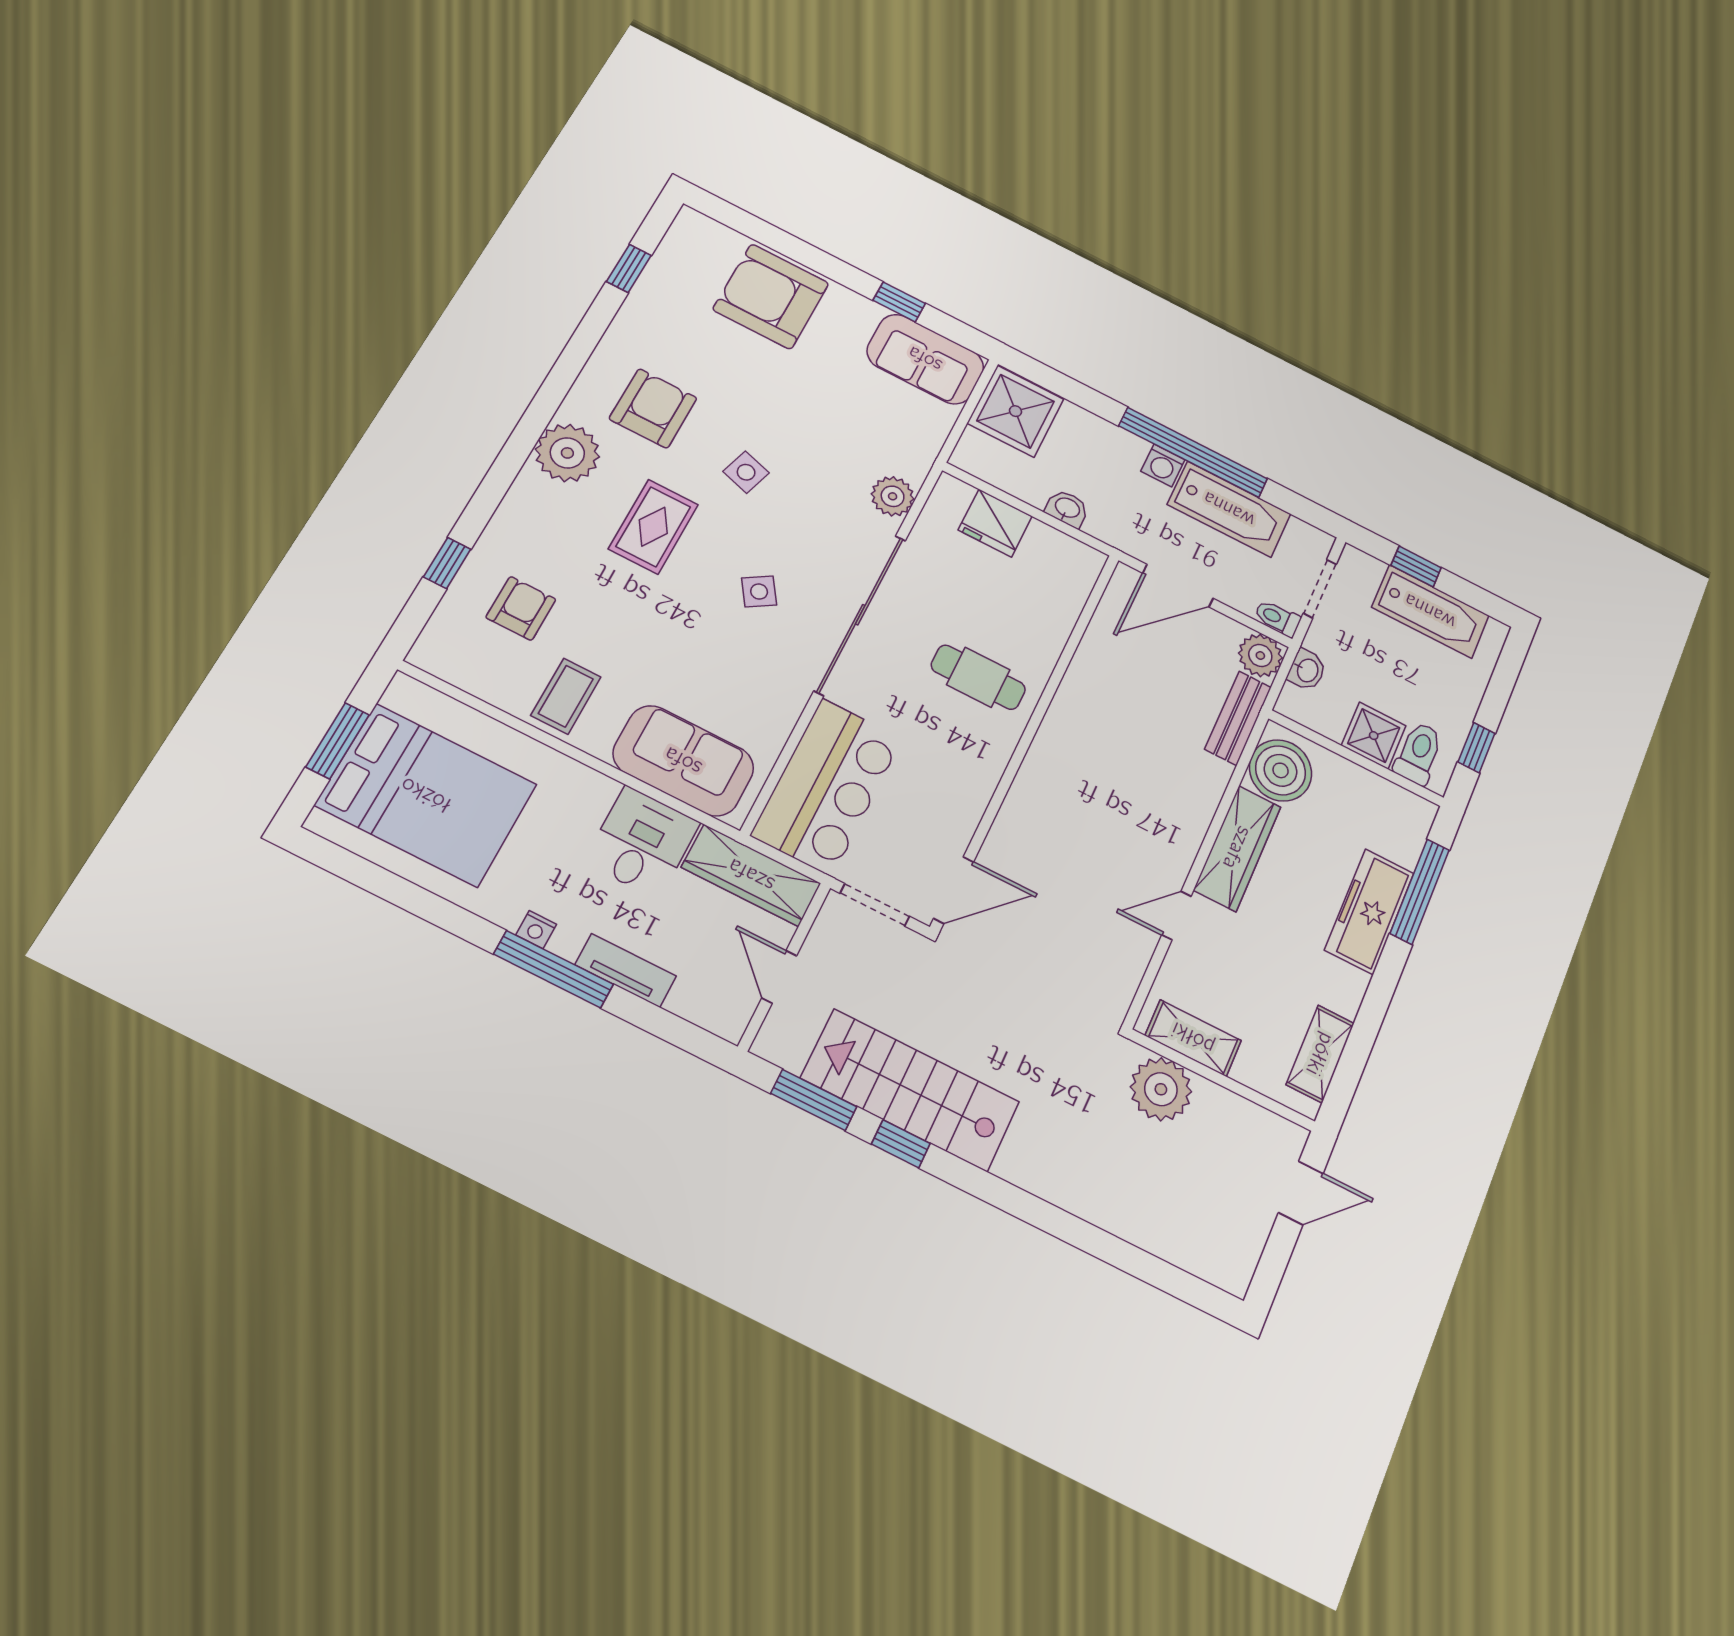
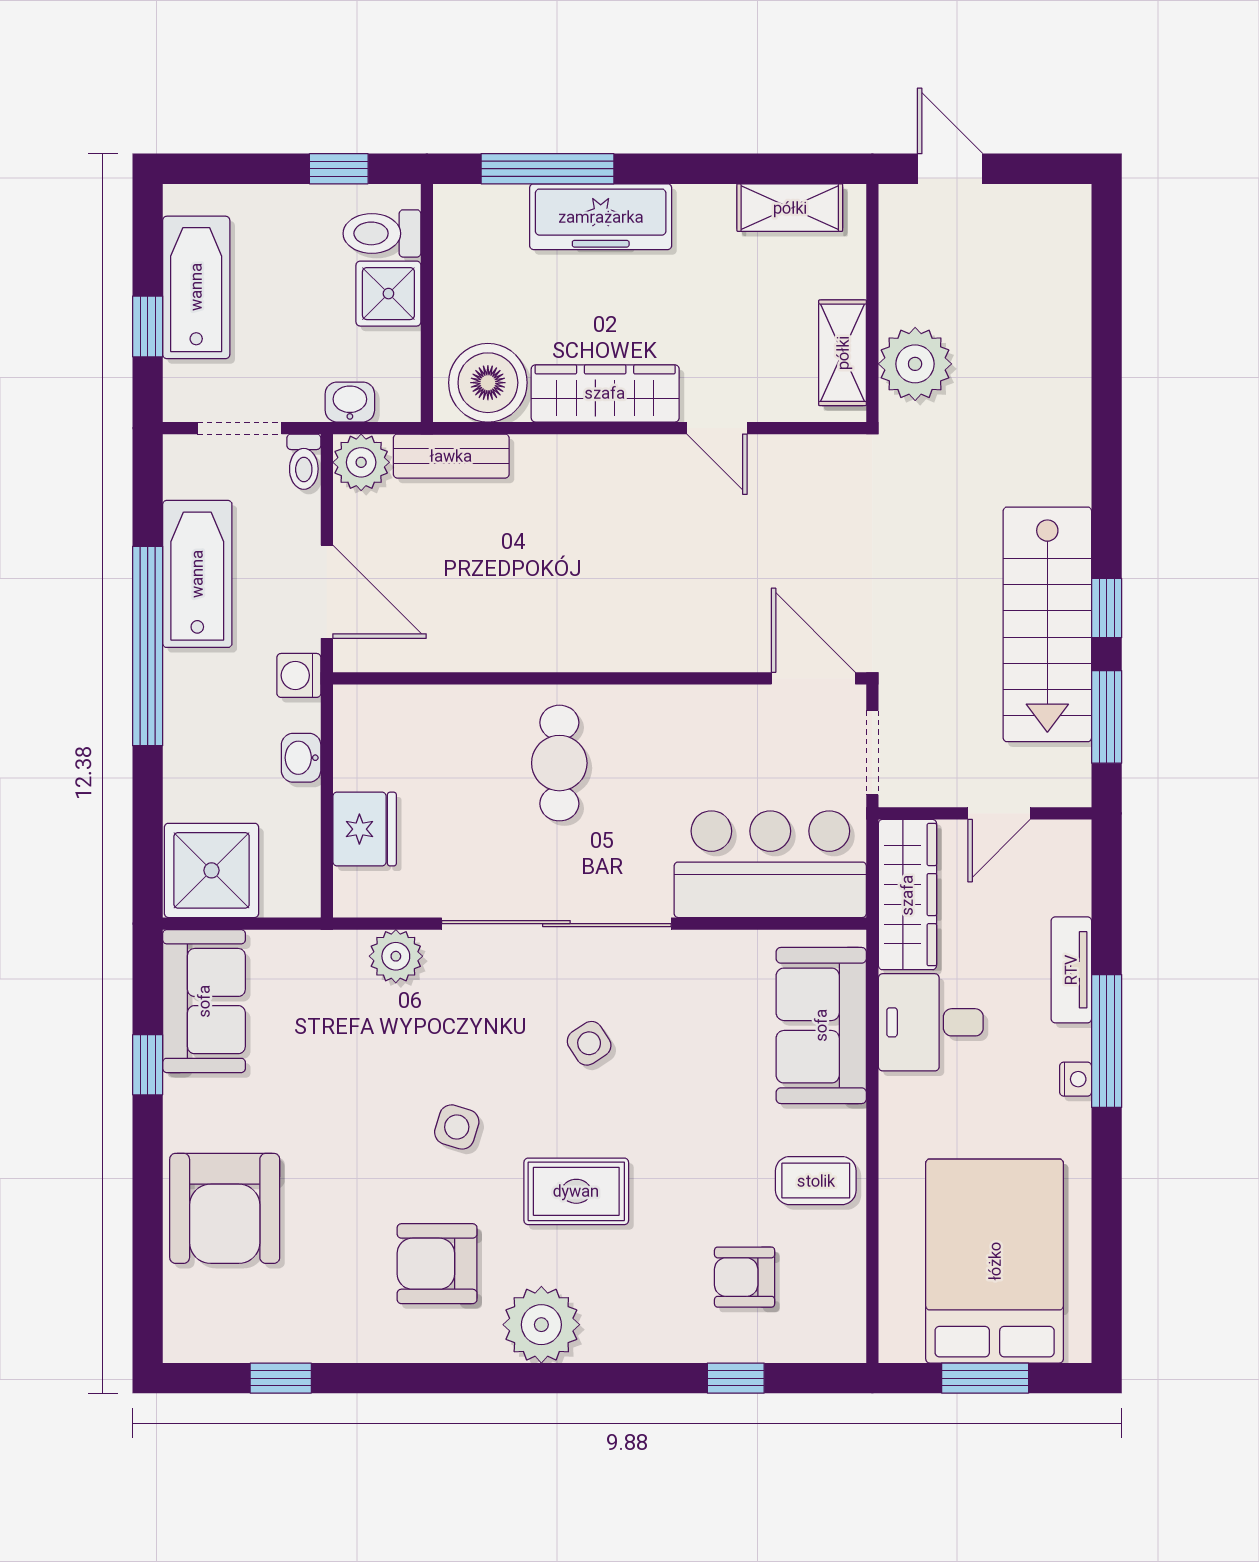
washing machine: (1163, 465) -> (299, 675), moved, turned 180

